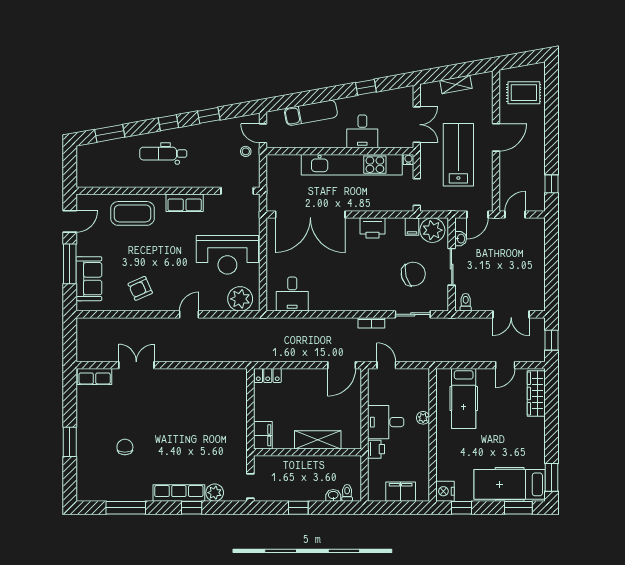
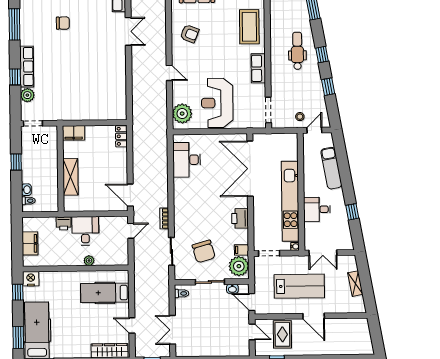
rug: (524, 93) -> (282, 334), moved
armchair: (140, 288) -> (190, 34), turned 136
desk: (292, 294) -> (187, 160), width x1.37

